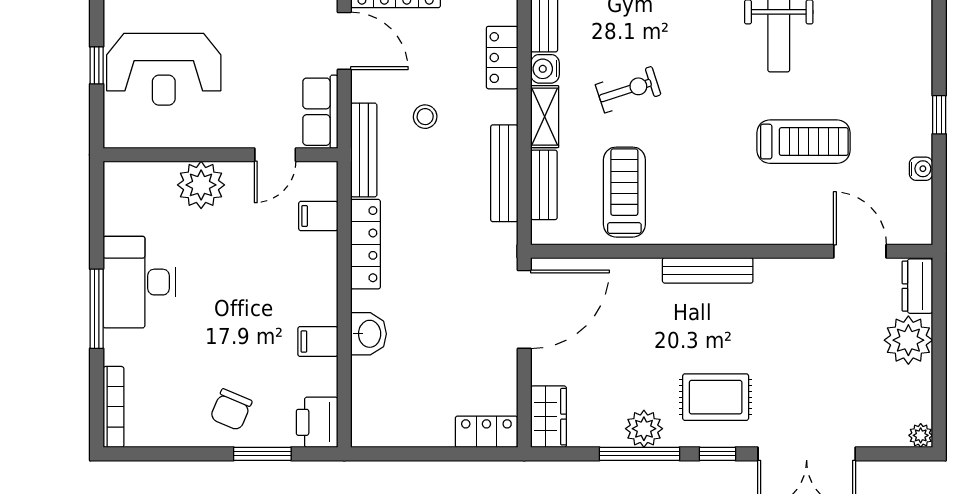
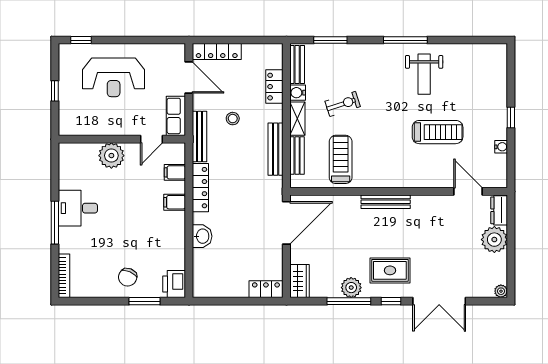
reception desk: (164, 69) -> (114, 77), moved
desk: (139, 282) -> (78, 208), width x0.73
filing cabinet: (318, 342) -> (175, 202), moved

